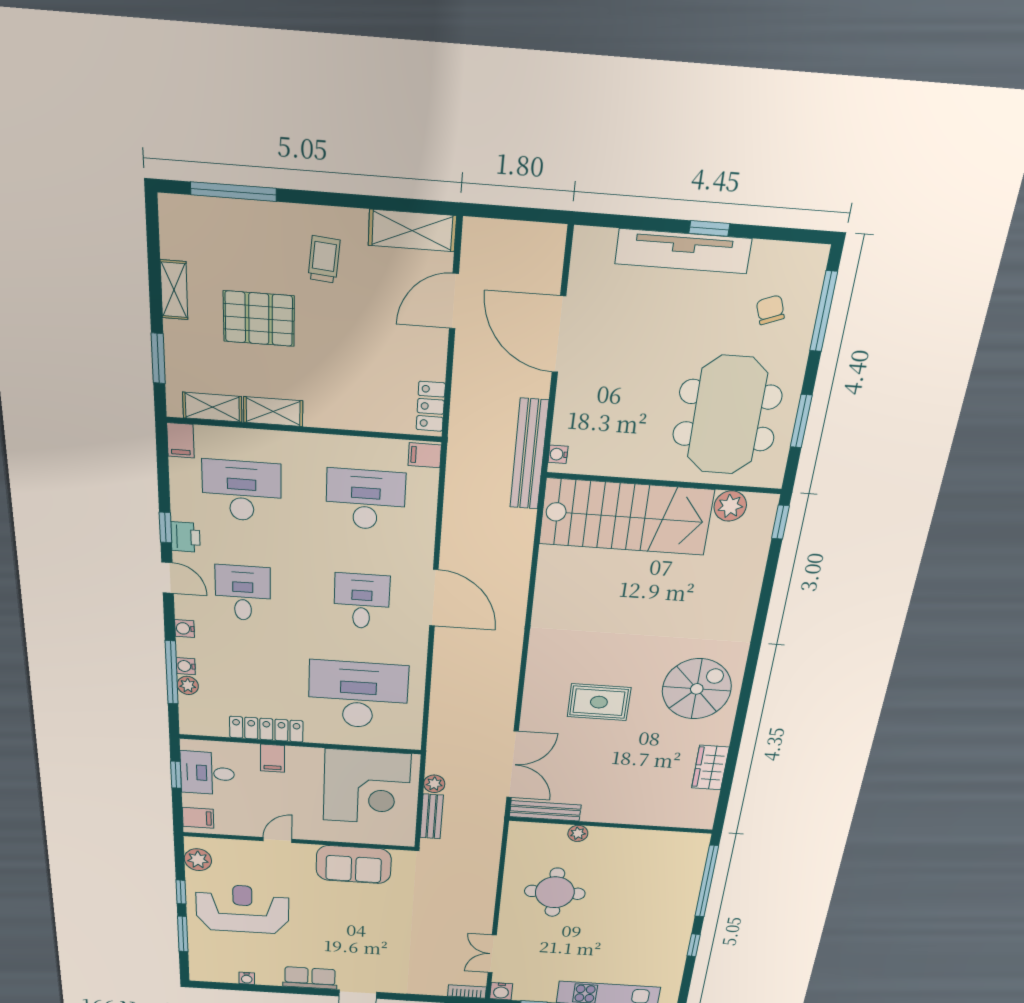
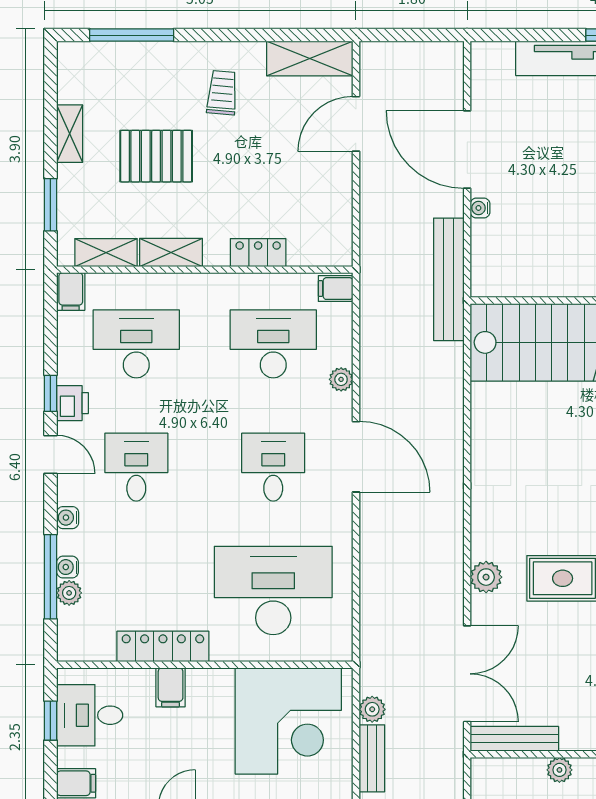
locker: (431, 406) -> (258, 253), moved, turned 90
water cooler: (558, 454) -> (480, 208), moved
plant: (425, 534) -> (341, 379), added
plant: (536, 697) -> (486, 577), added

